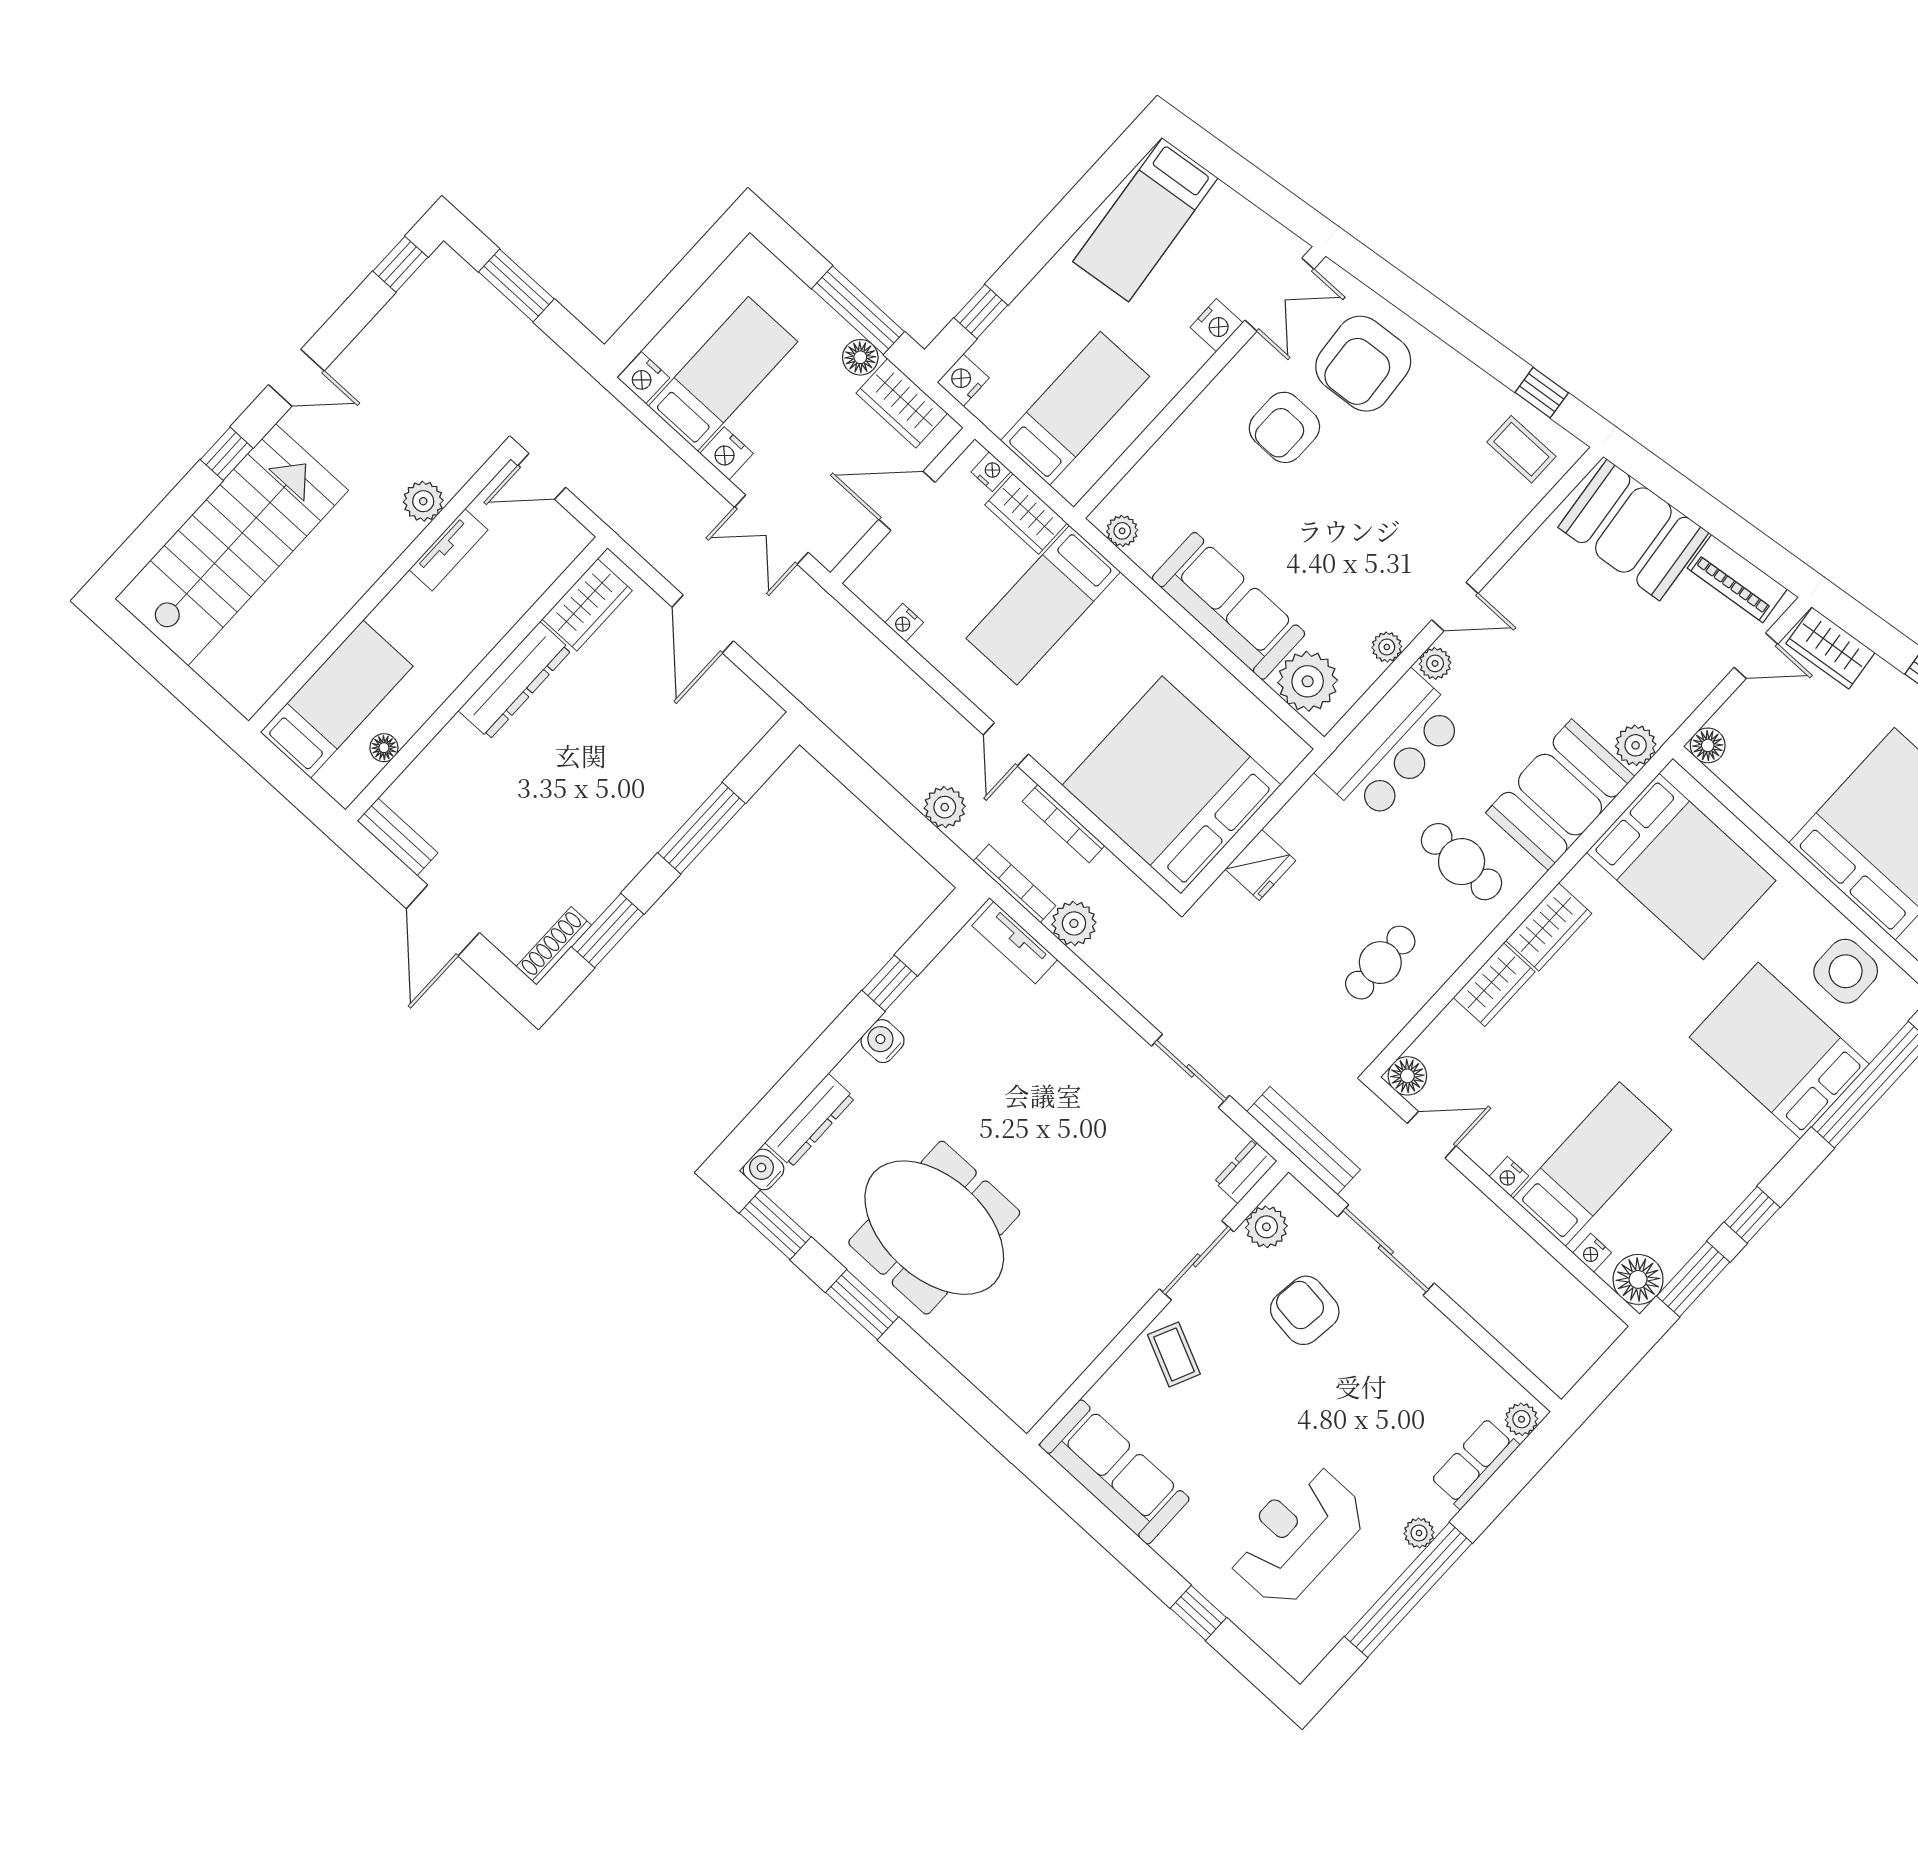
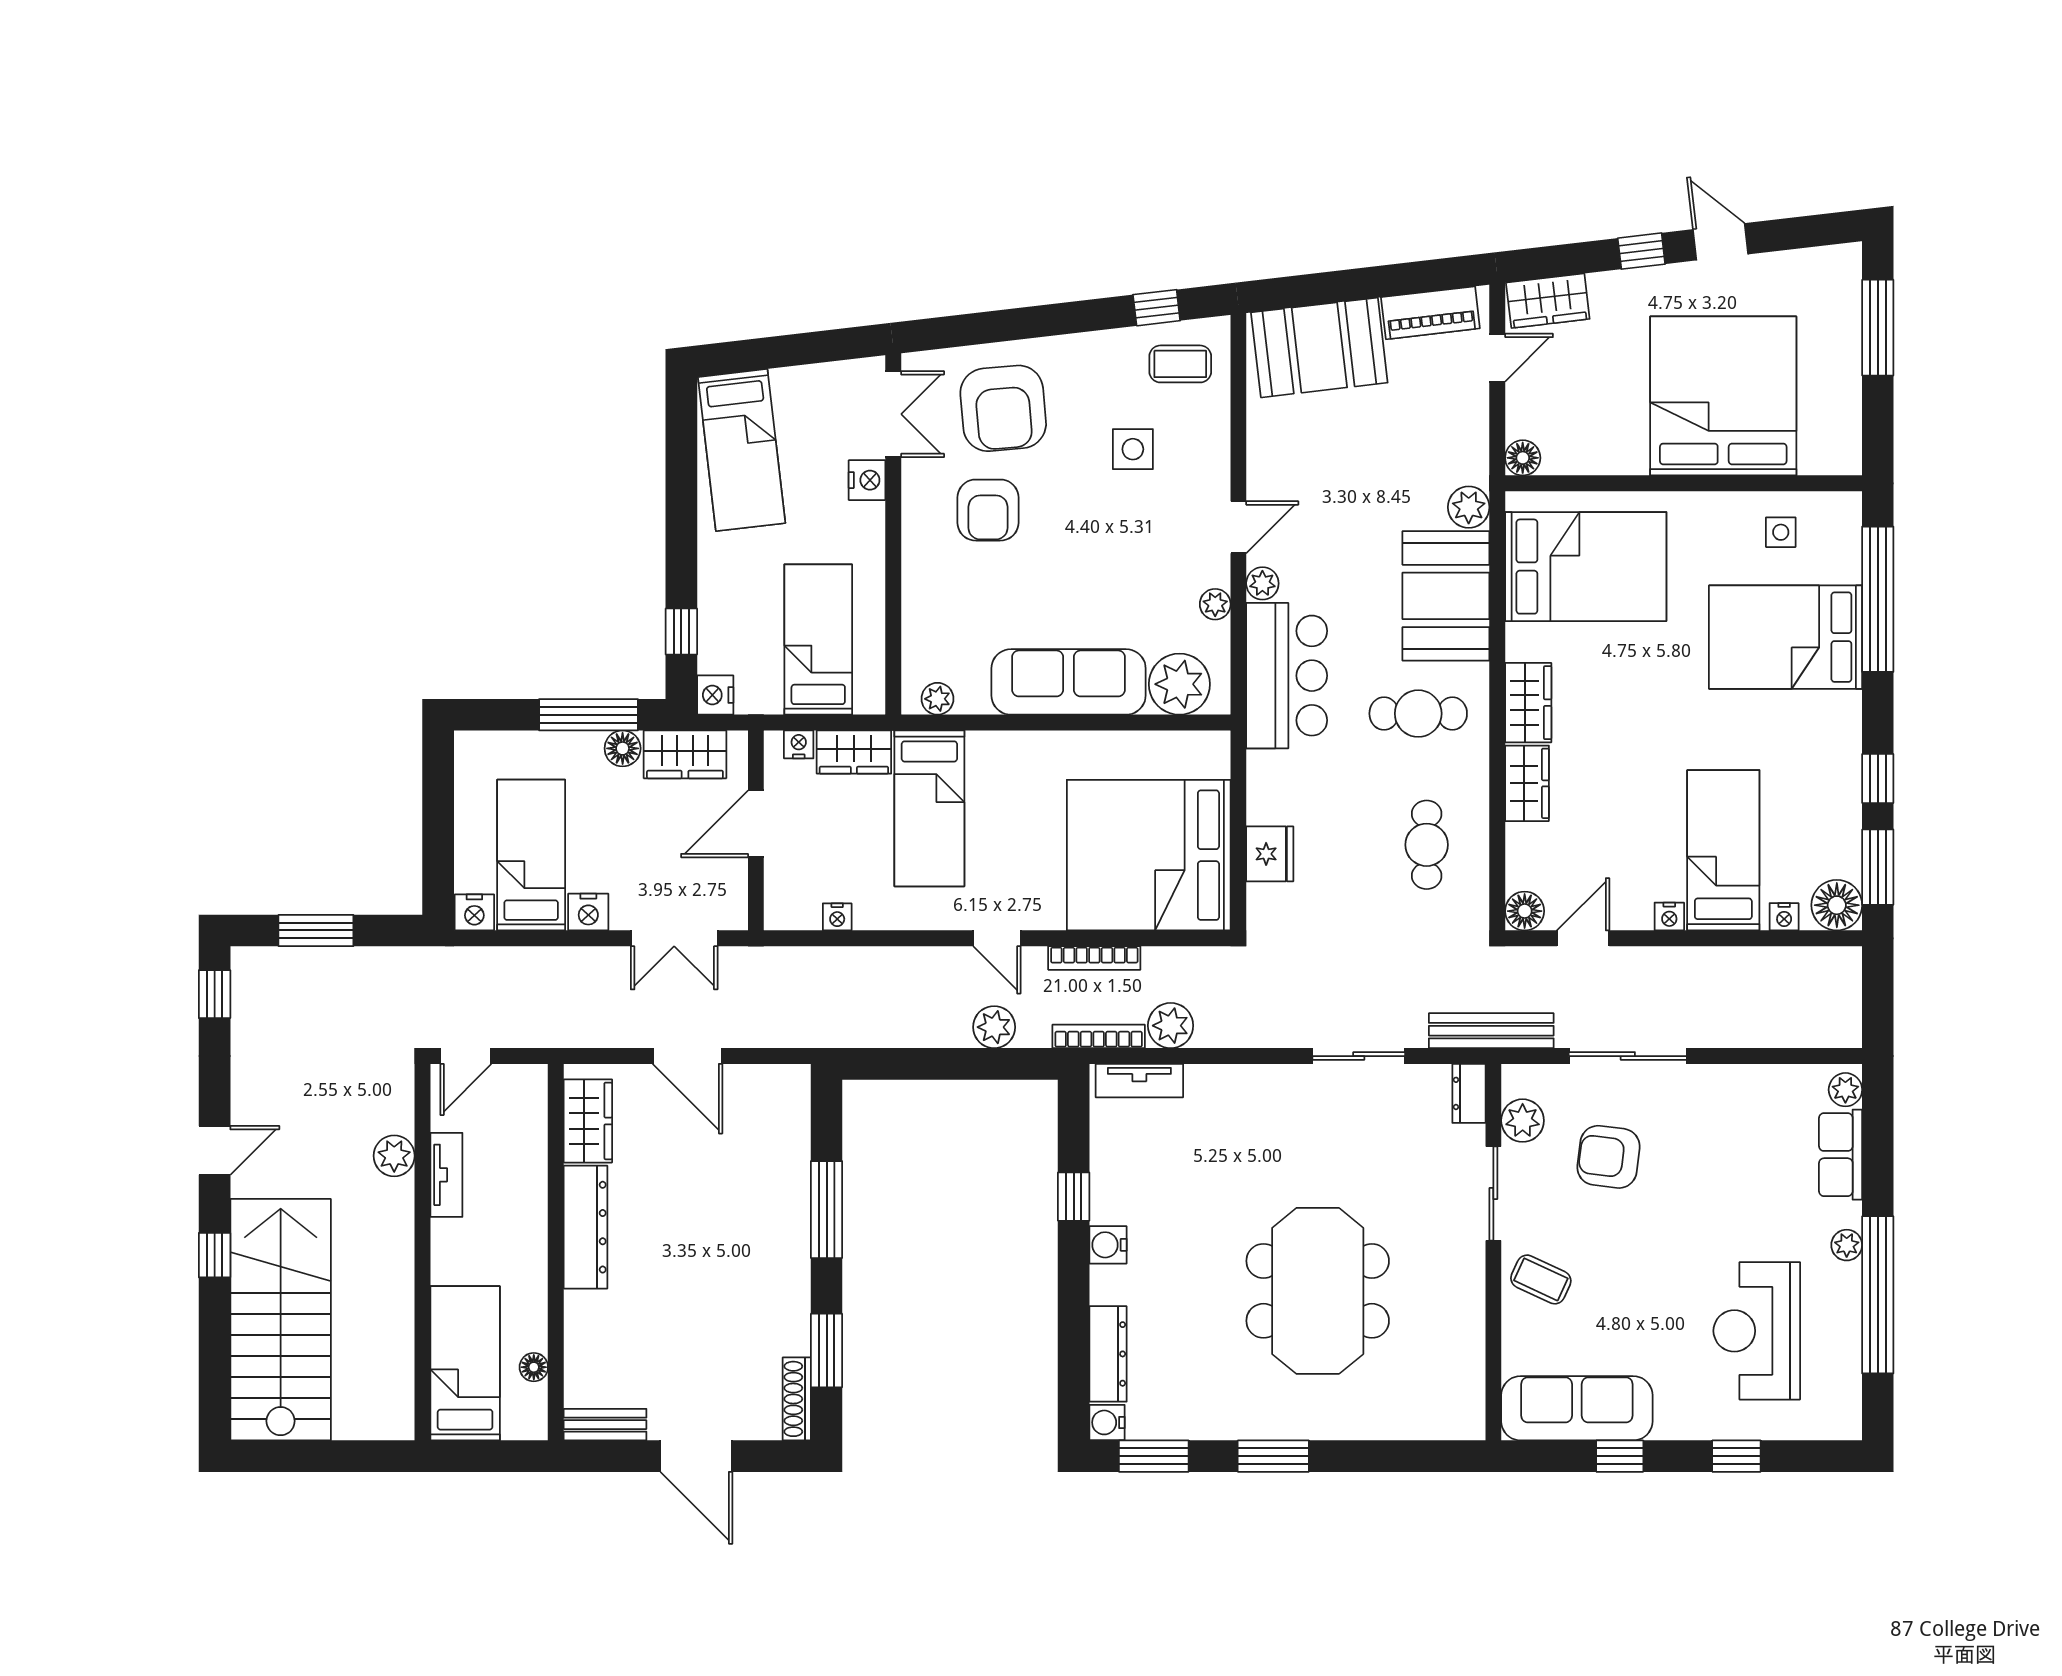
side table: (1430, 480) -> (1133, 449), added
side table: (1846, 971) -> (1781, 532), width x0.54, depth x0.54
meeting table: (934, 1228) -> (1318, 1291), moved, turned 90
window: (1114, 1535) -> (1620, 1456), added

